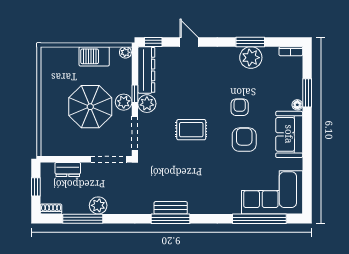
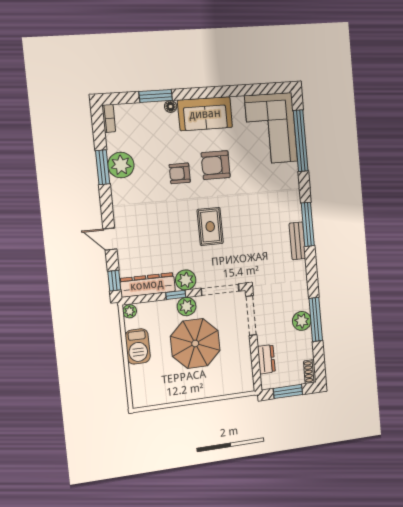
door: (189, 42) -> (110, 239), hinge flipped
window: (36, 187) -> (288, 391), width x1.50
window: (83, 219) -> (316, 319), moved
window: (171, 219) -> (308, 224), moved

